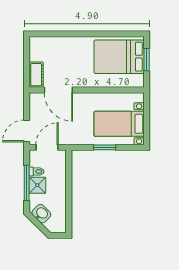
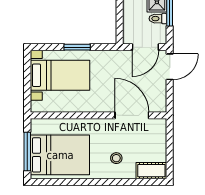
stool: (72, 54) -> (116, 158), added
window: (147, 60) -> (27, 151), width x1.44
cot: (36, 75) -> (151, 171), moved, turned 90

